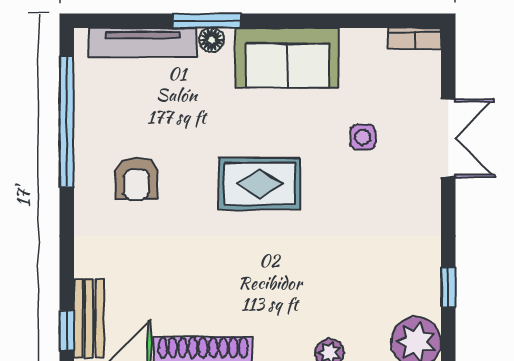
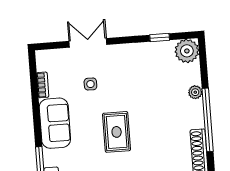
bookcase: (415, 38) -> (43, 85), moved
floor lamp: (212, 40) -> (49, 160), removed

